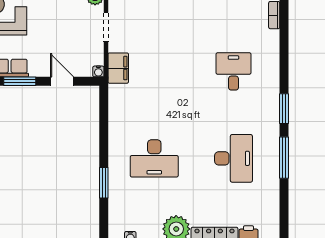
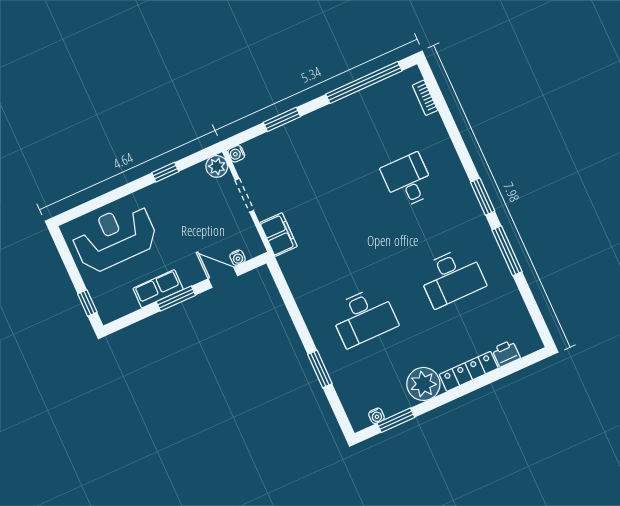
water cooler: (98, 71) -> (238, 258), moved
desk: (233, 158) -> (452, 277), turned 90

